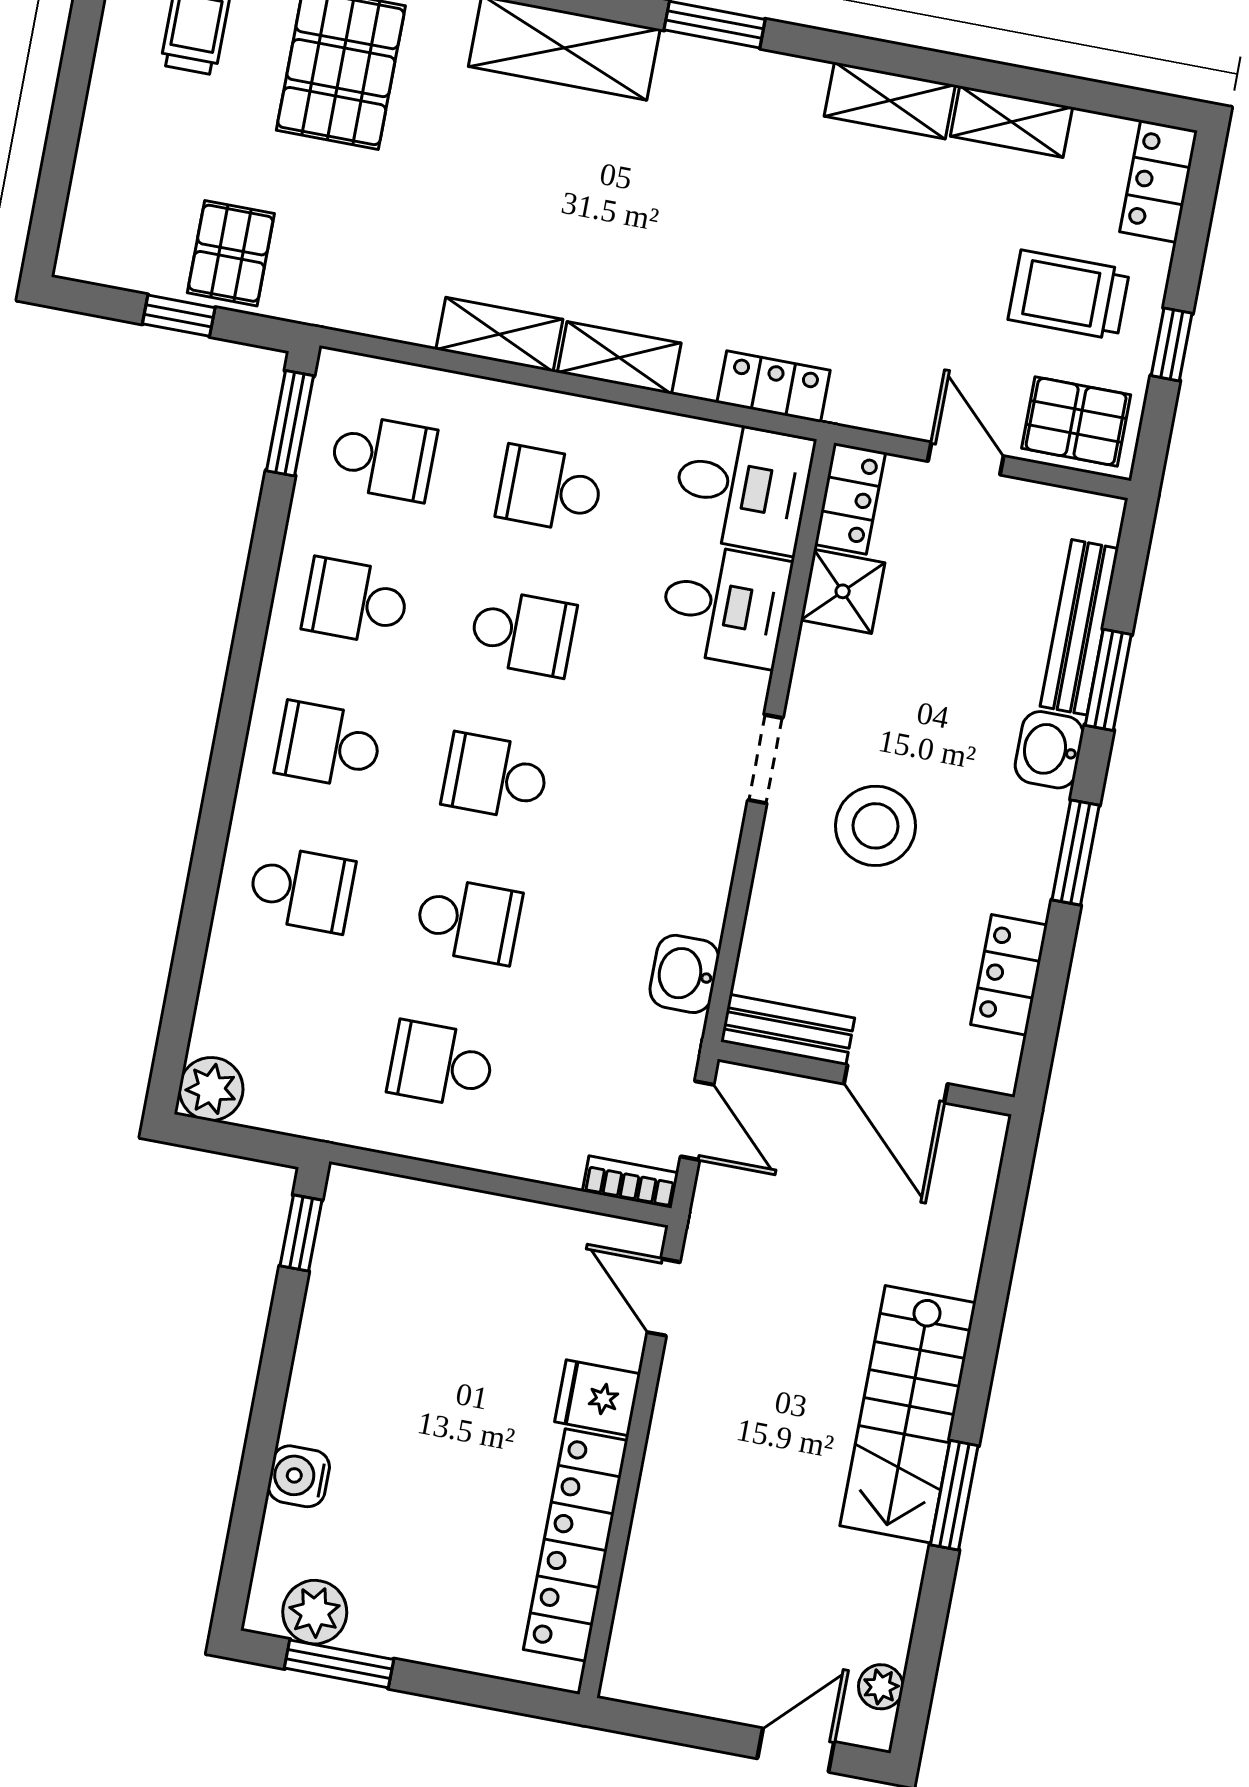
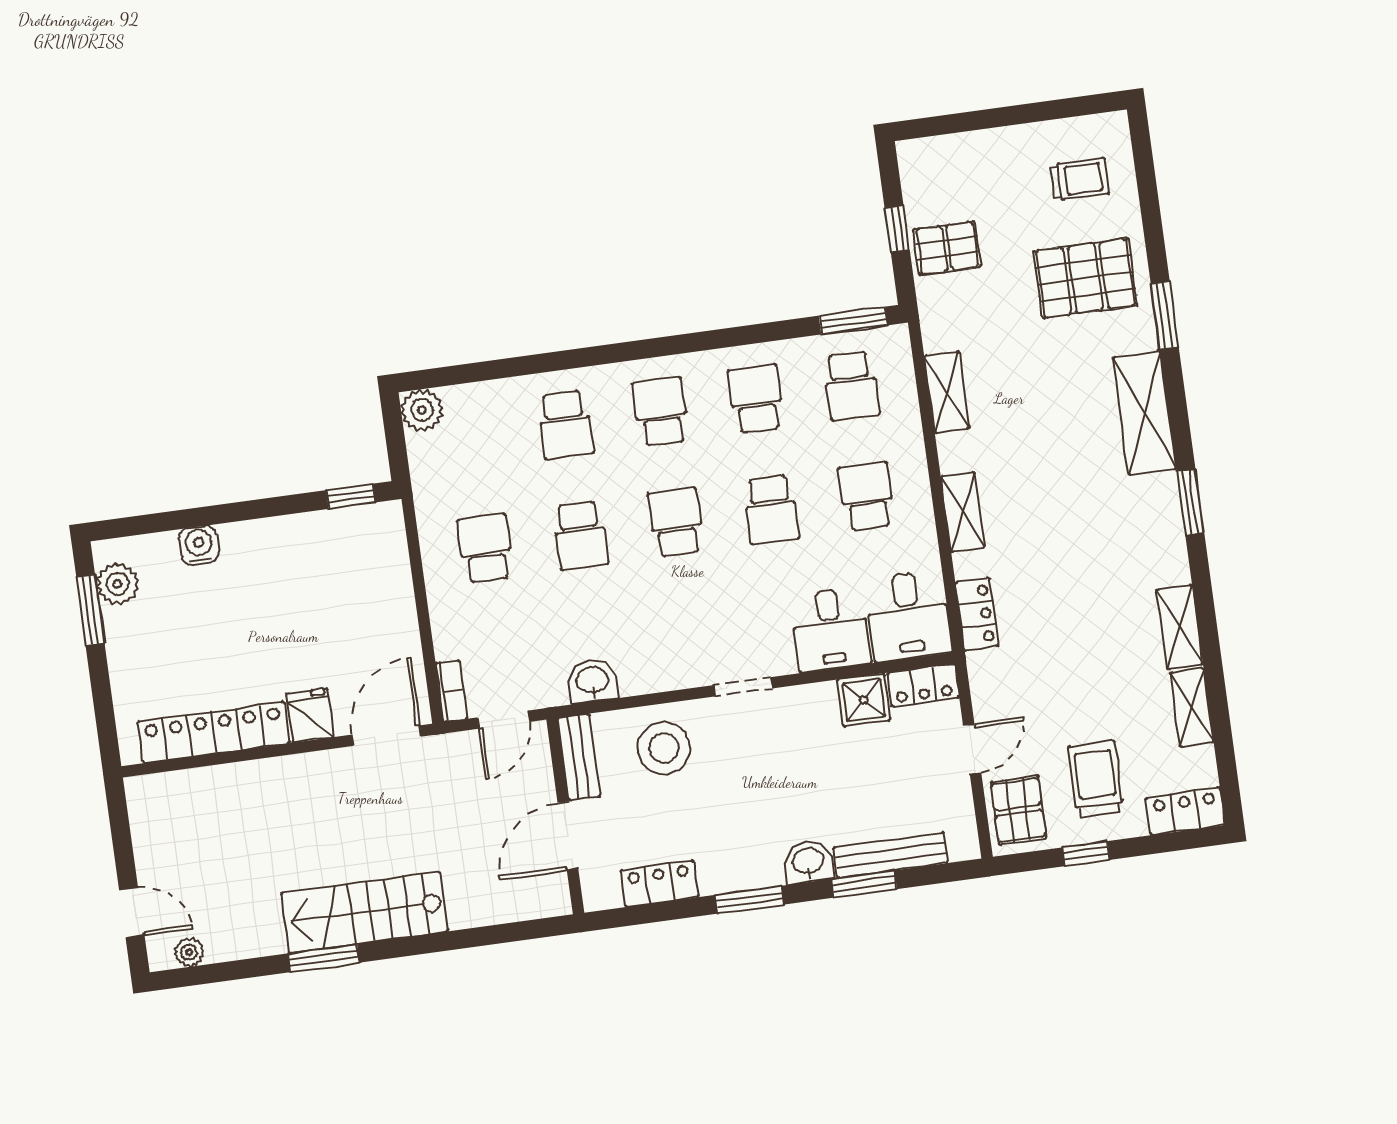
shelving: (499, 334) -> (947, 392), moved
stool: (876, 826) -> (664, 748), moved
door: (664, 1297) -> (387, 736), width x1.38

